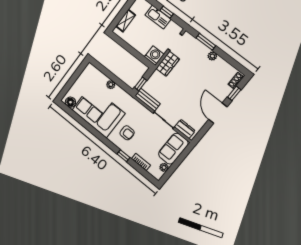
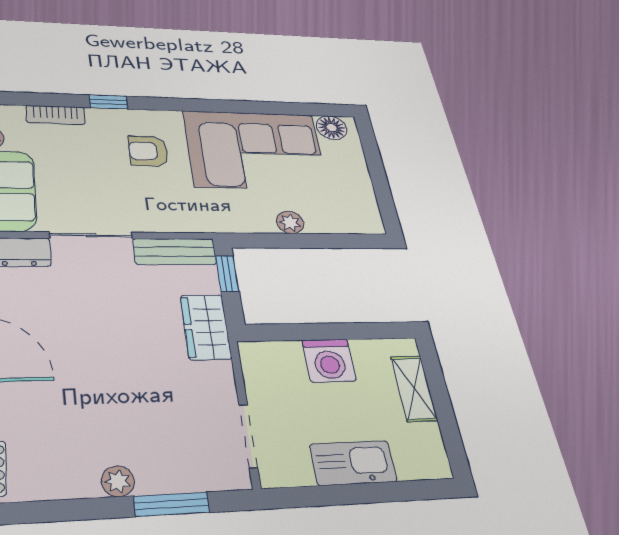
window: (167, 12) -> (346, 494), removed
washing machine: (154, 56) -> (329, 360), moved
wardrobe: (168, 64) -> (206, 327), moved

